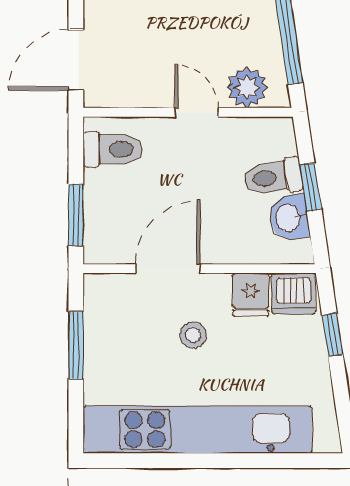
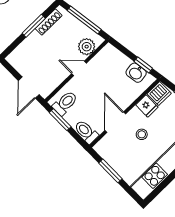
toilet: (273, 177) -> (86, 132), moved, turned 98
window: (311, 187) -> (143, 65), moved
window: (76, 215) -> (60, 120), moved

